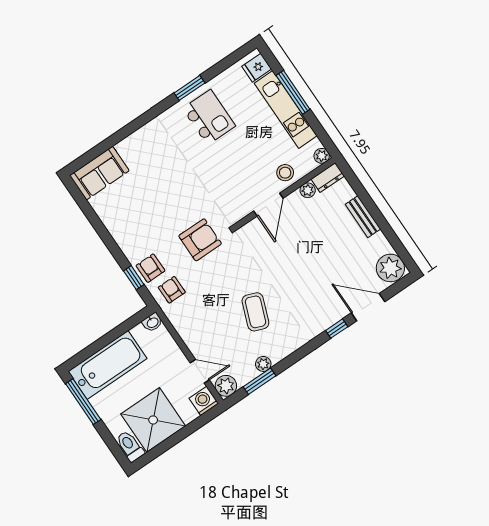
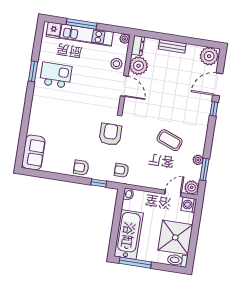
plant: (308, 190) -> (138, 66), width x1.87, depth x1.87
armchair: (150, 268) -> (81, 168), moved

